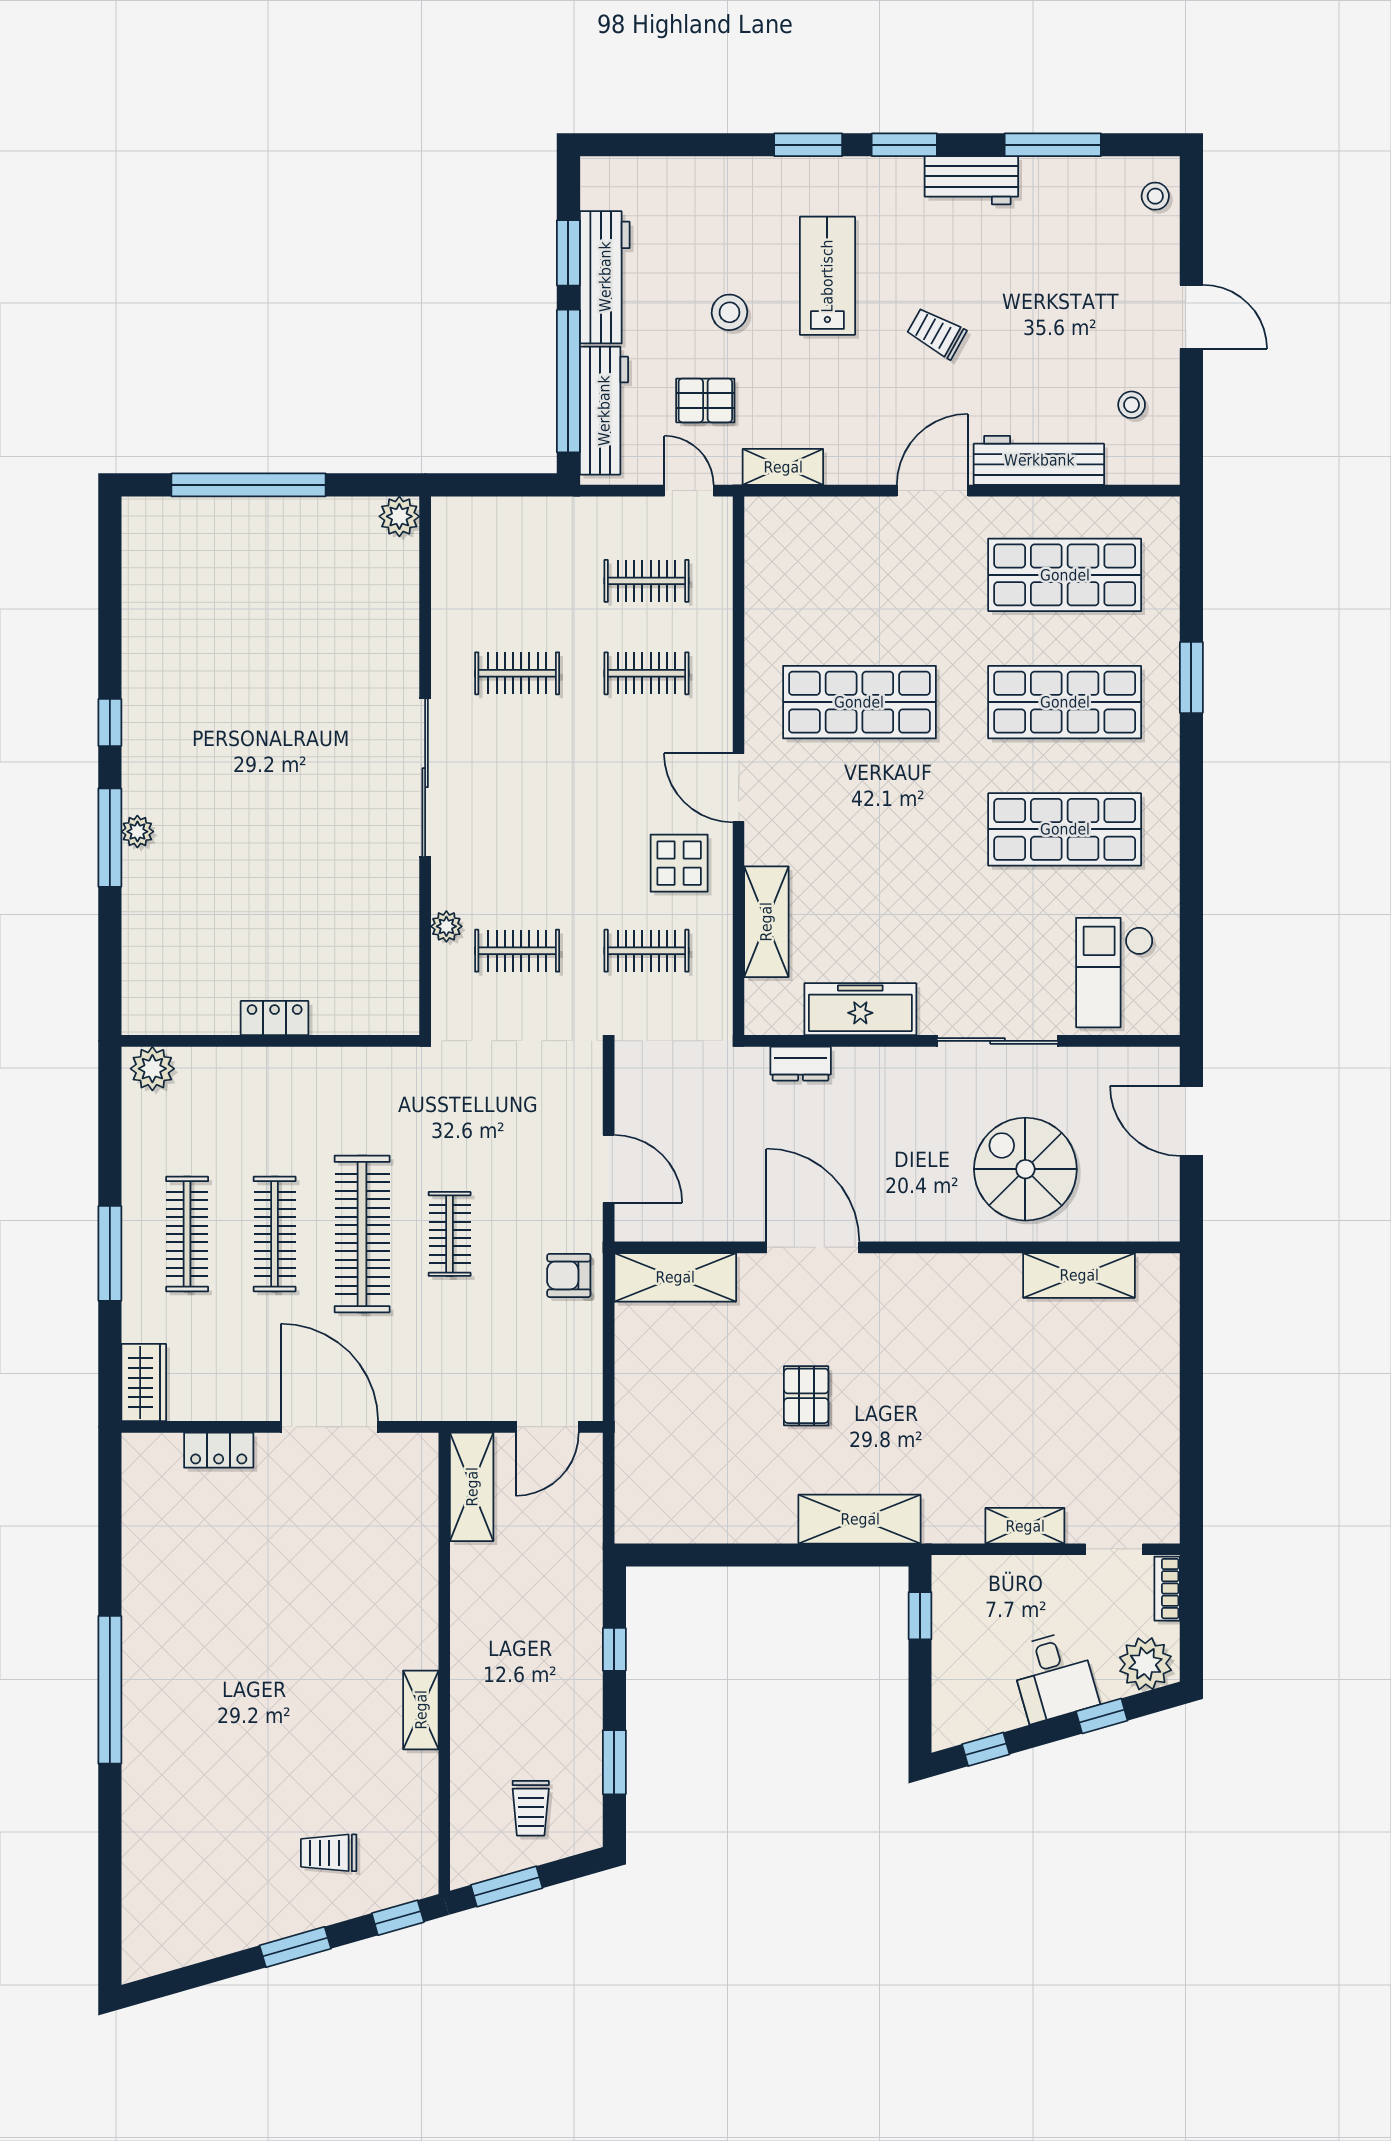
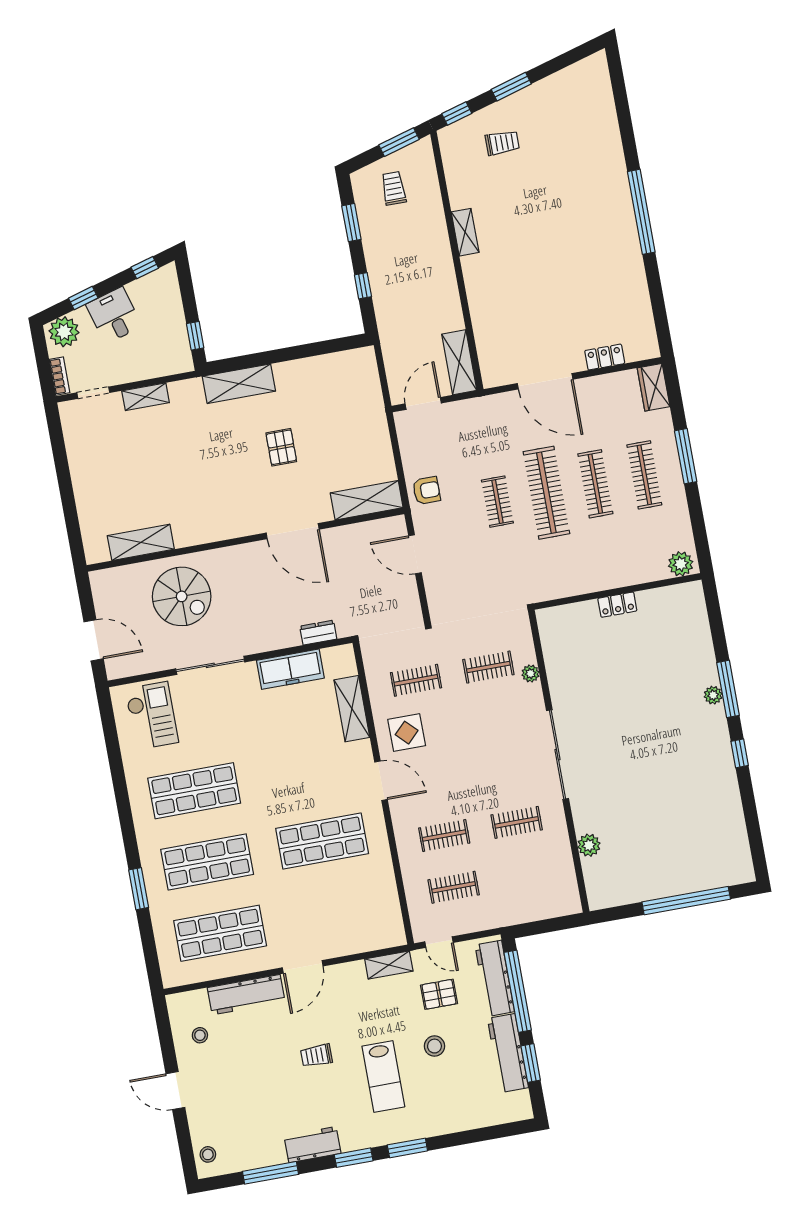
trolley: (936, 333) -> (316, 1056), turned 151
plant: (399, 516) -> (589, 845), moved

